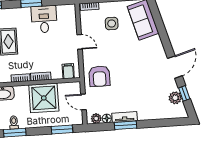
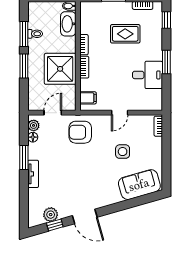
side table: (112, 24) -> (123, 152), moved
tv unit: (125, 117) -> (33, 174), moved
window: (62, 129) -> (24, 66), moved

